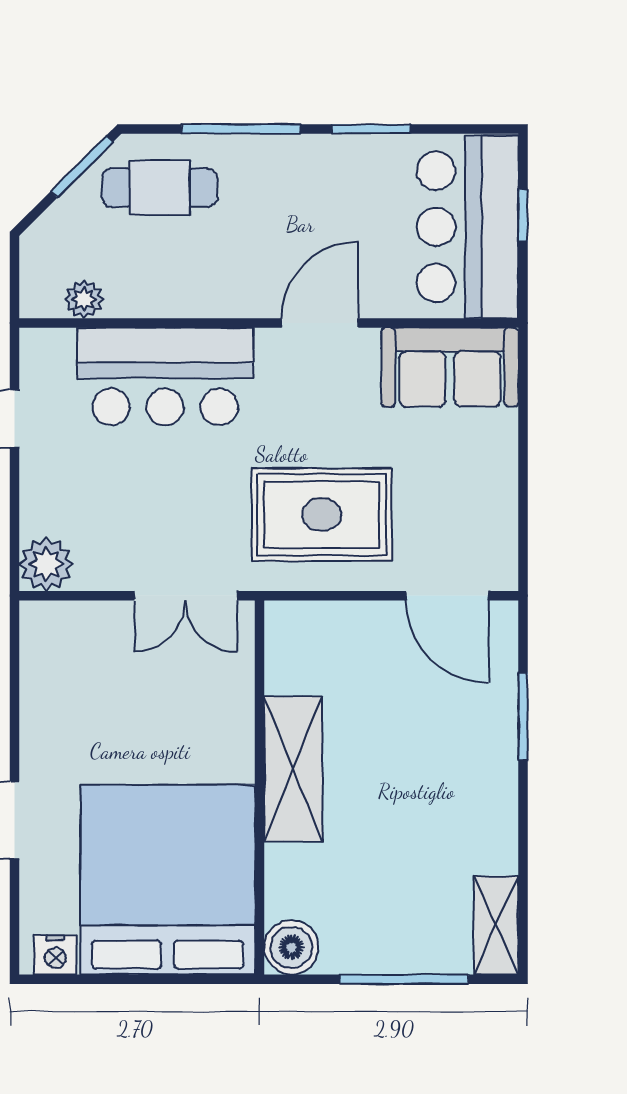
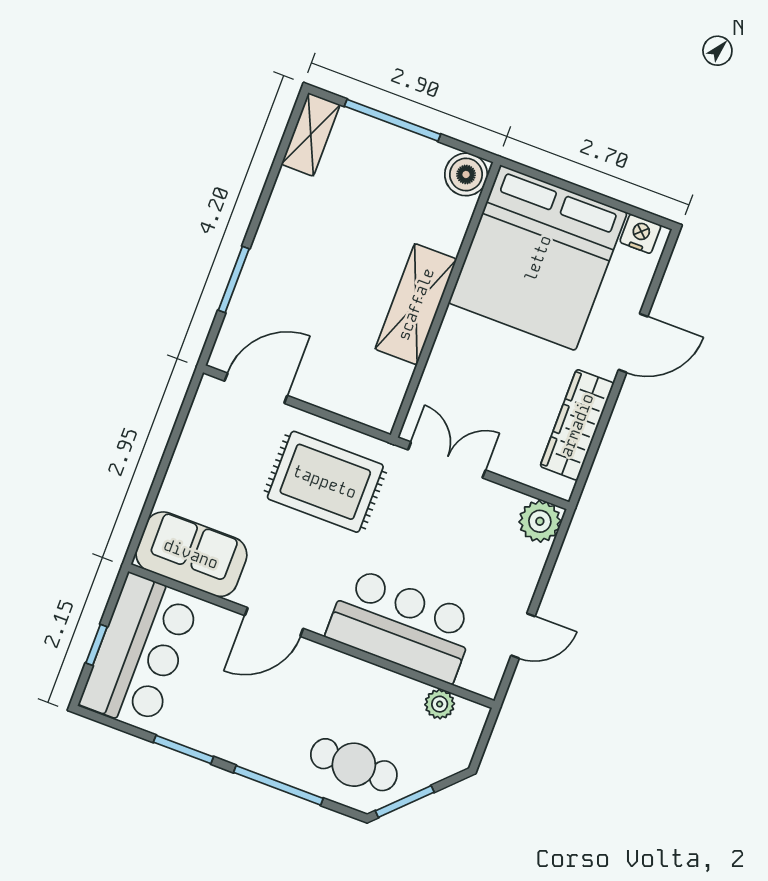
door: (447, 596) -> (256, 388), hinge flipped
wardrobe: (45, 697) -> (577, 425), added

